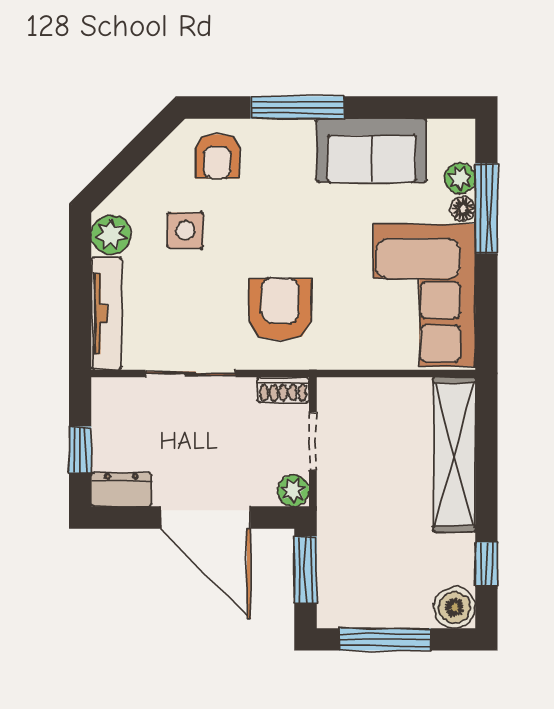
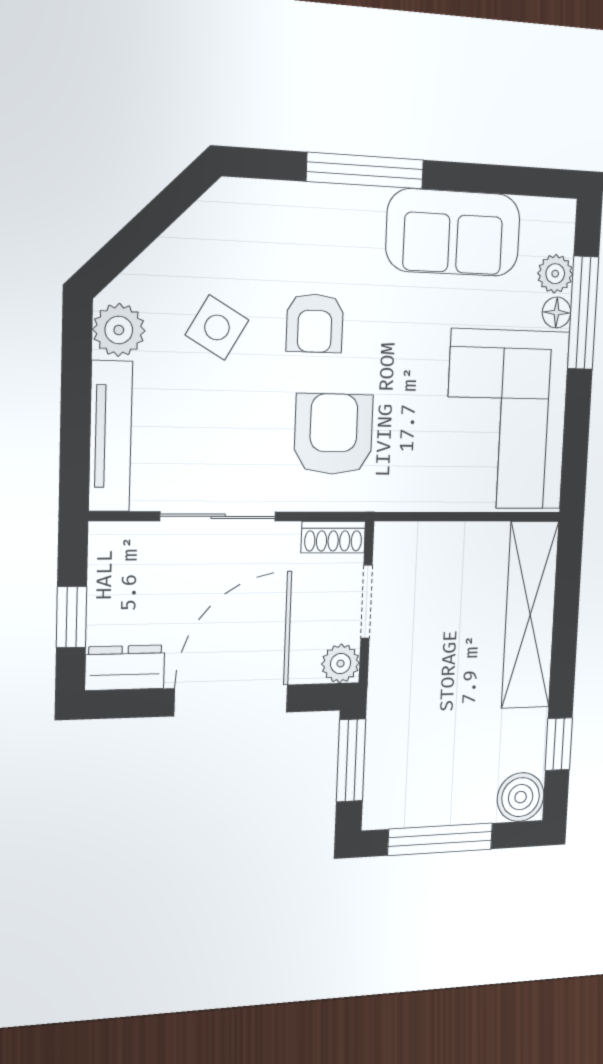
armchair: (217, 156) -> (315, 323), moved
side table: (185, 230) -> (217, 327), turned 30
door: (205, 518) -> (231, 700), swing flipped

